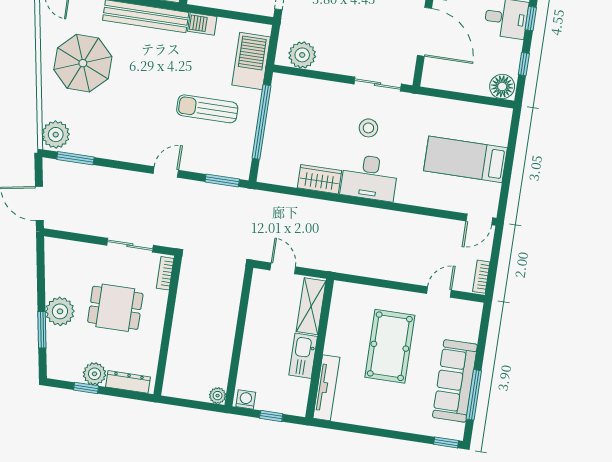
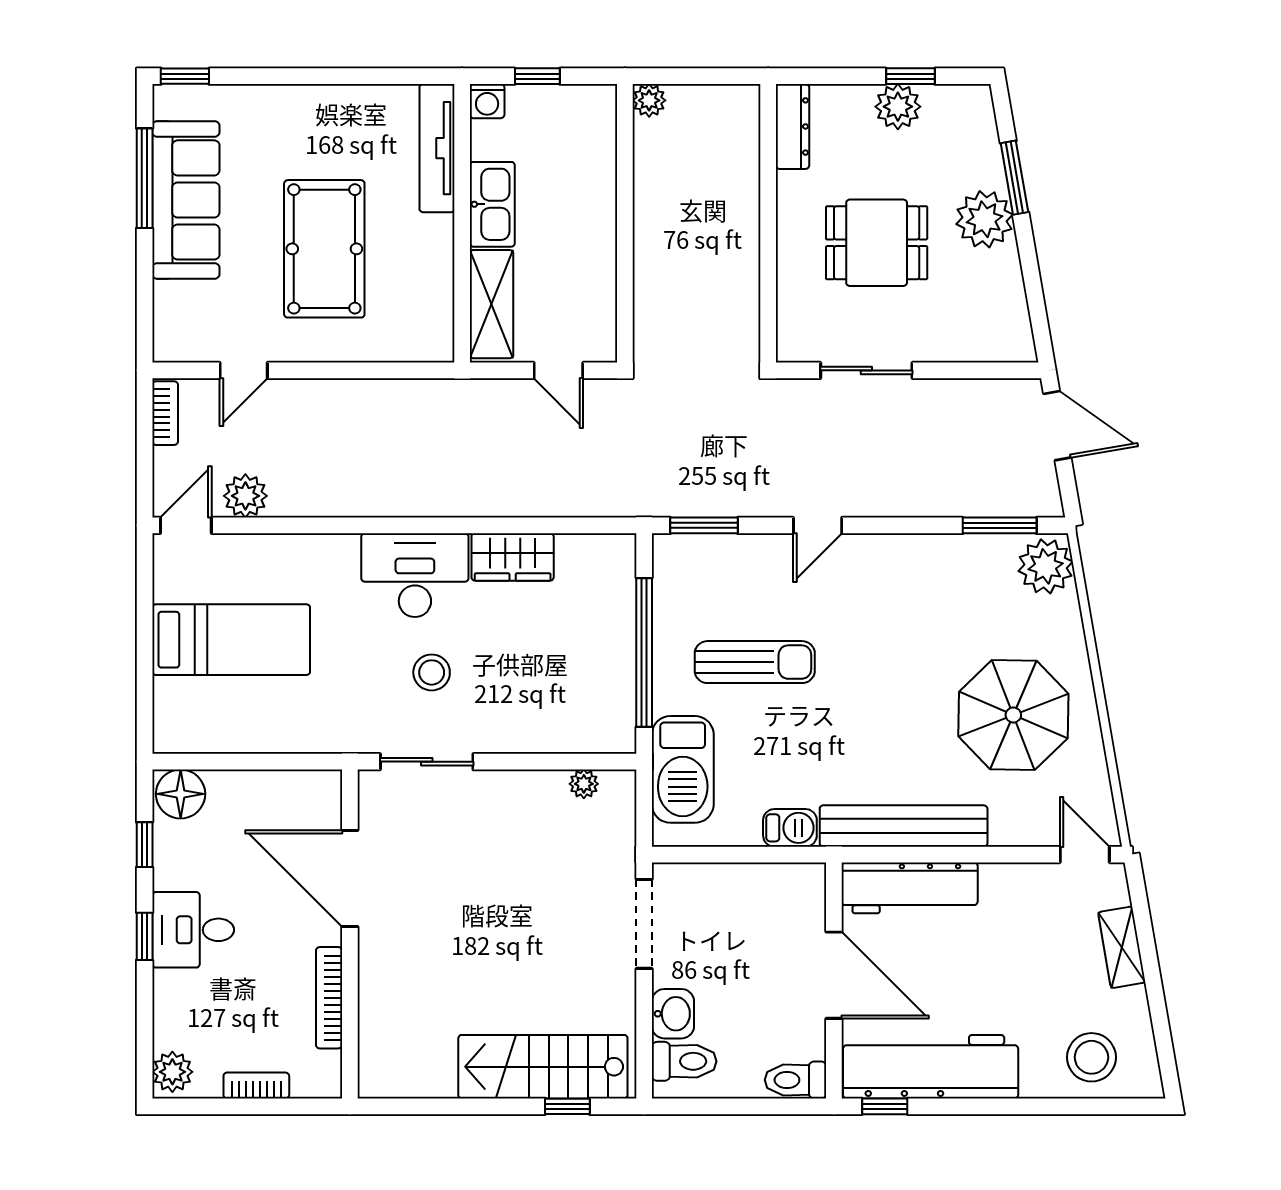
plant: (302, 55) -> (584, 784), width x0.53, depth x0.53
plant: (448, 230) -> (245, 496), added
bookcase: (165, 273) -> (789, 326), removed
dresser: (128, 382) -> (792, 126), moved, turned -90
washing machine: (246, 399) -> (487, 101), moved

